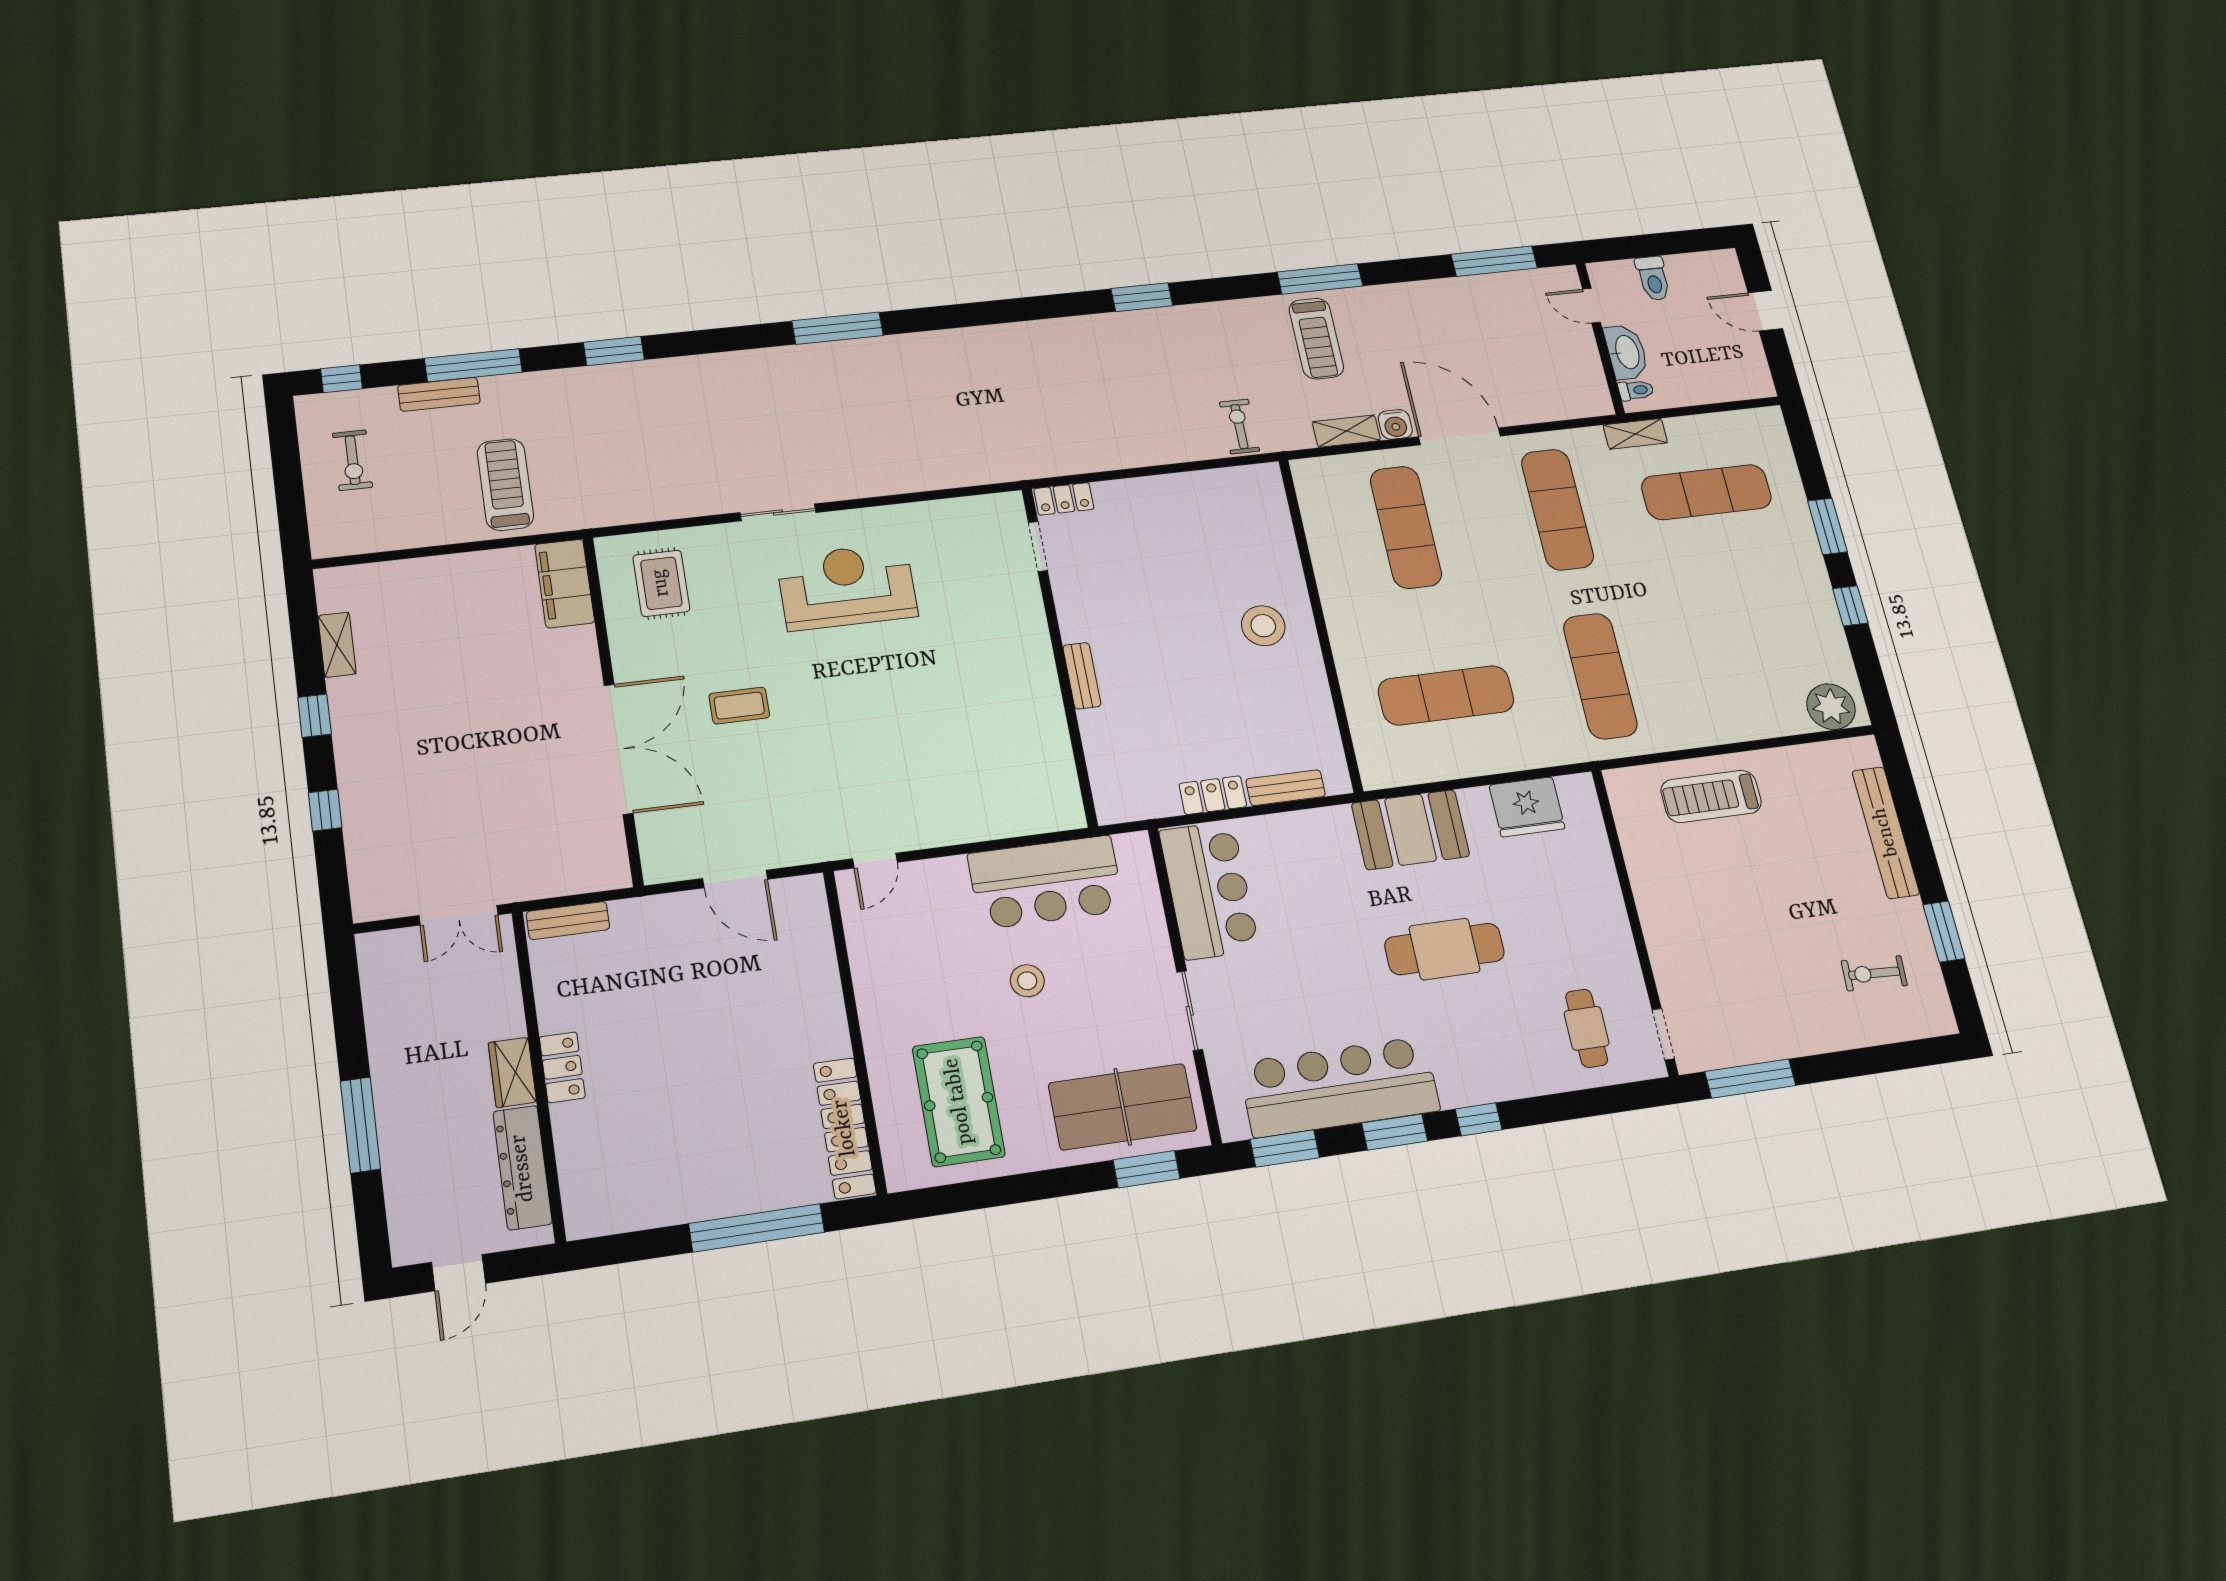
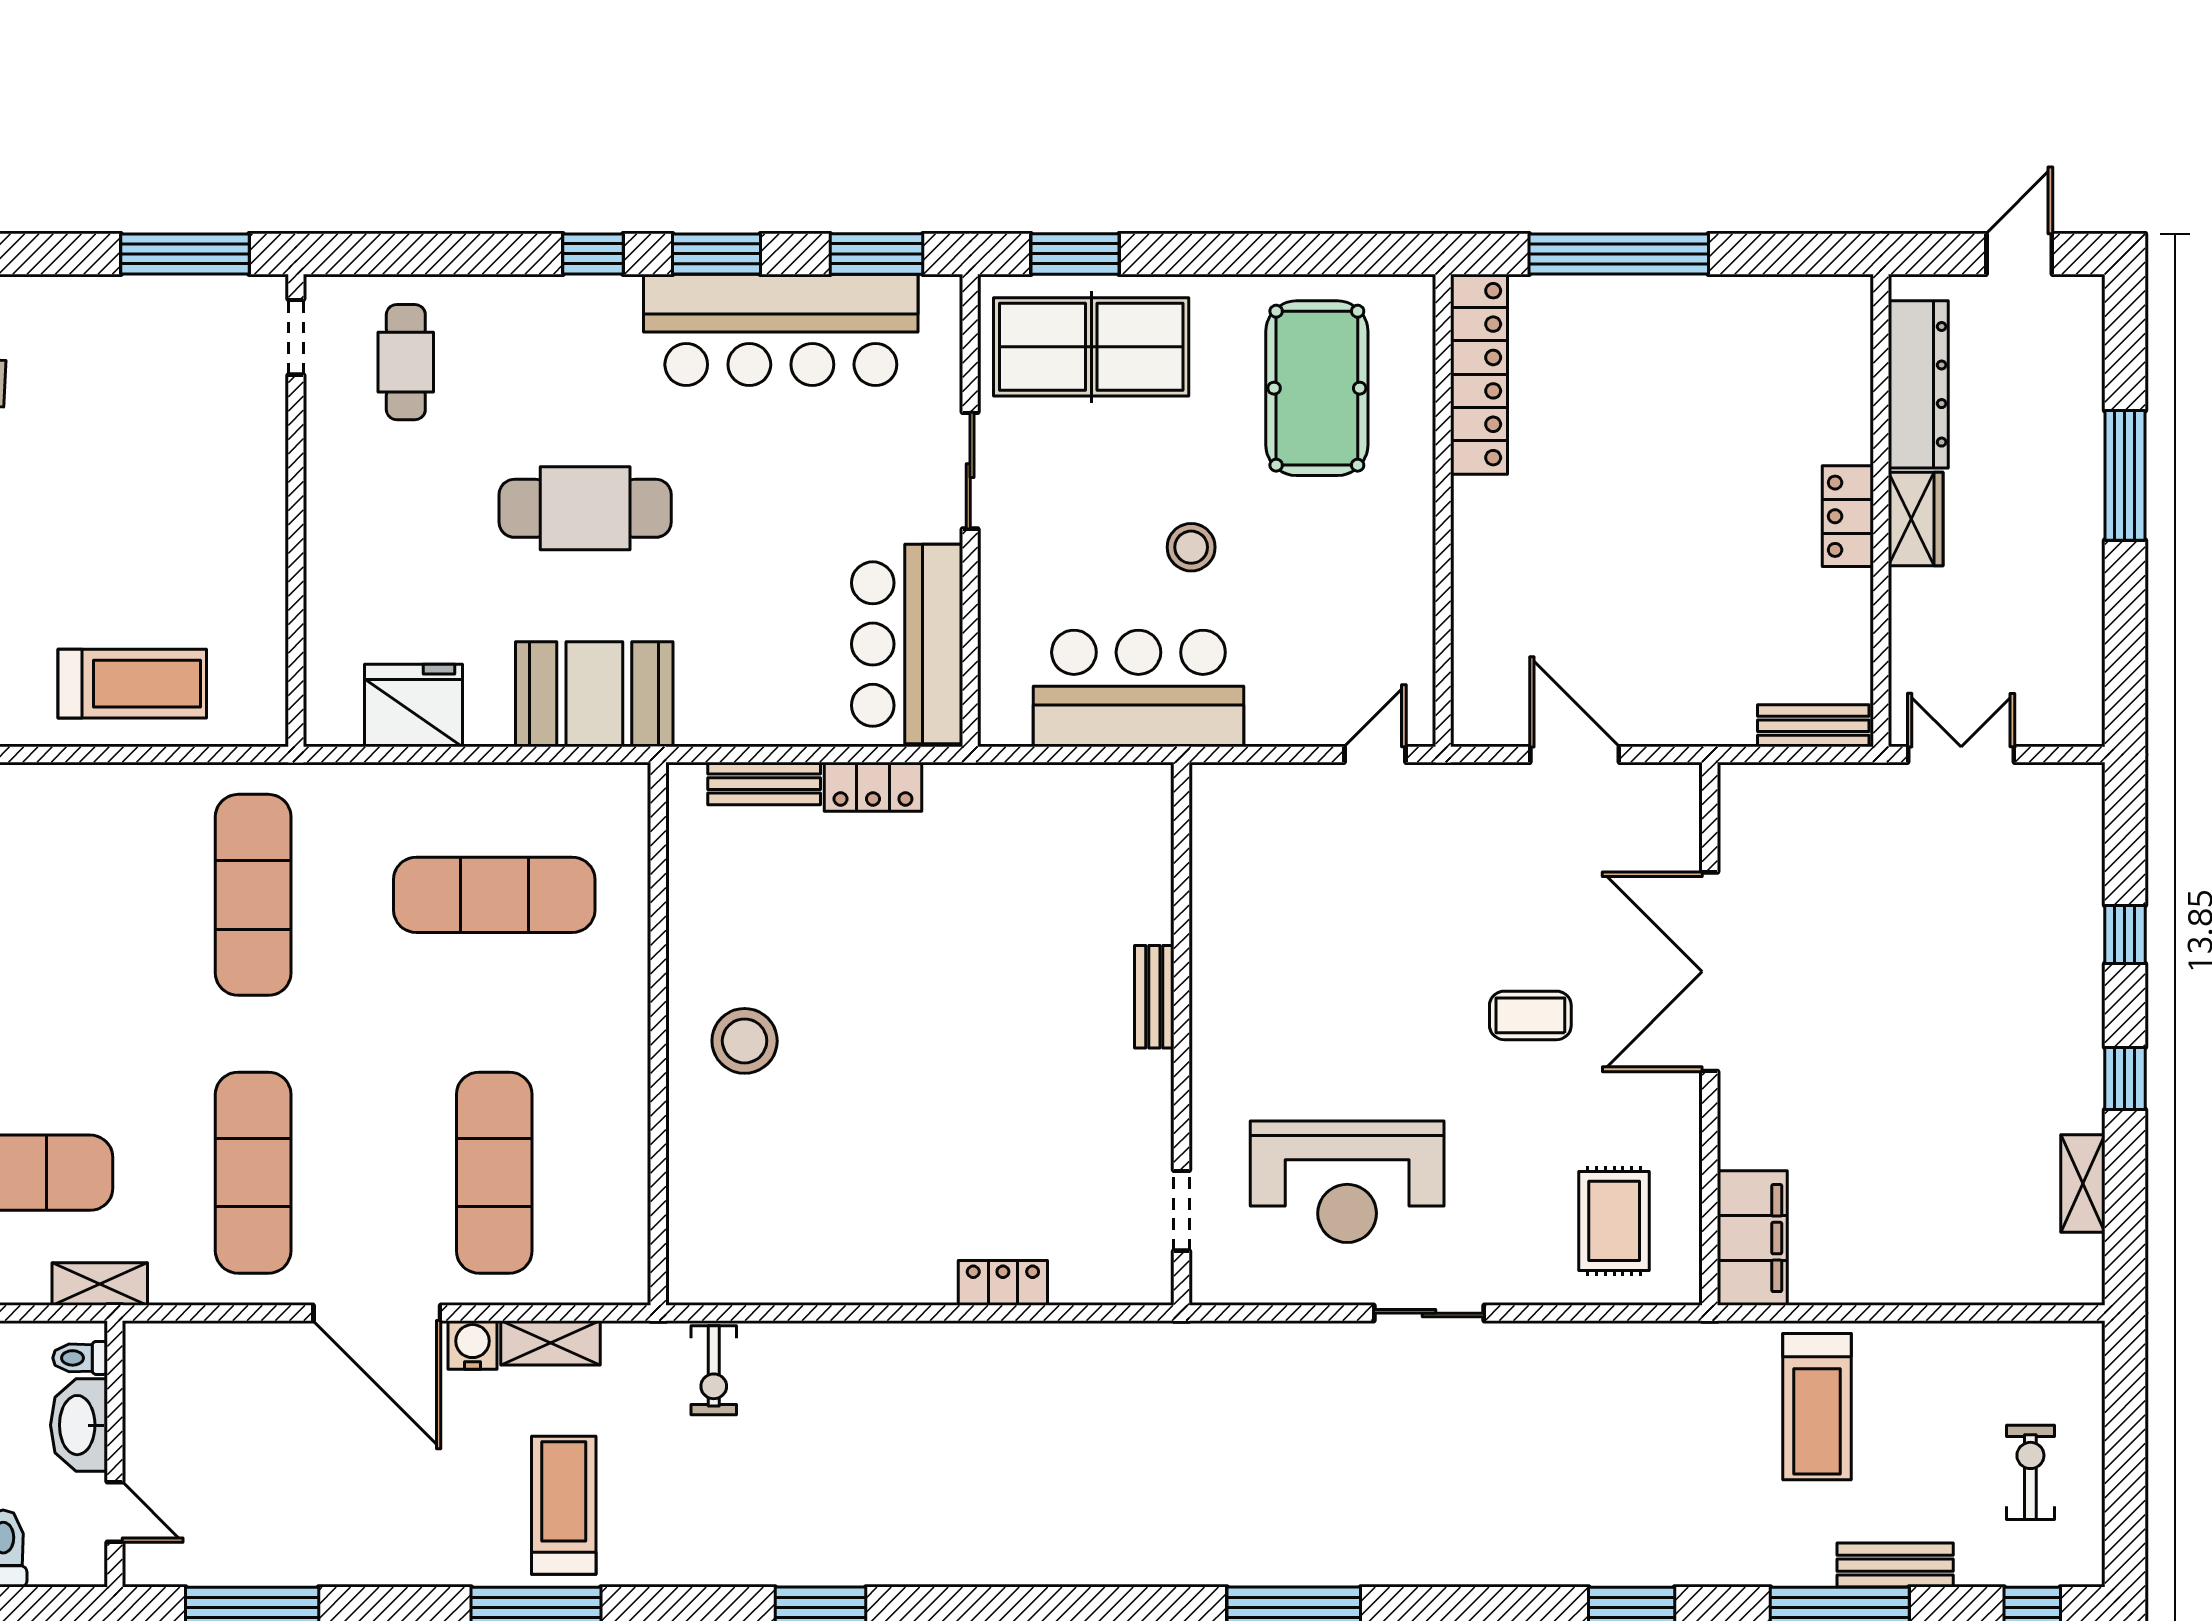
doorway: (1038, 546) -> (1181, 1211), moved
wall: (1059, 655) -> (1181, 1034), moved
bench: (1082, 676) -> (1154, 997), moved

